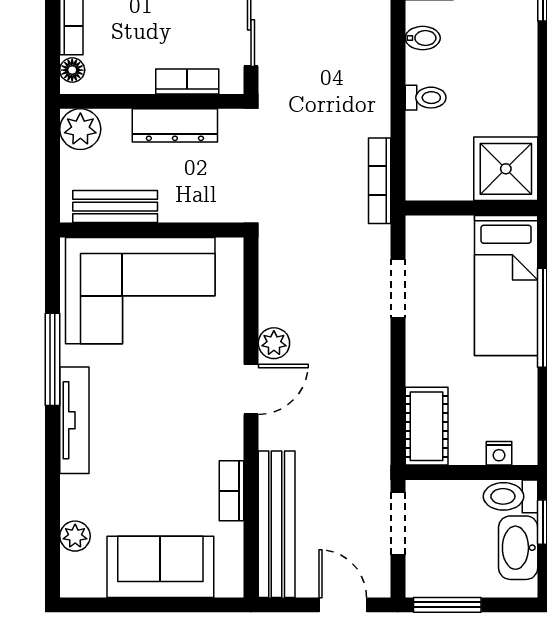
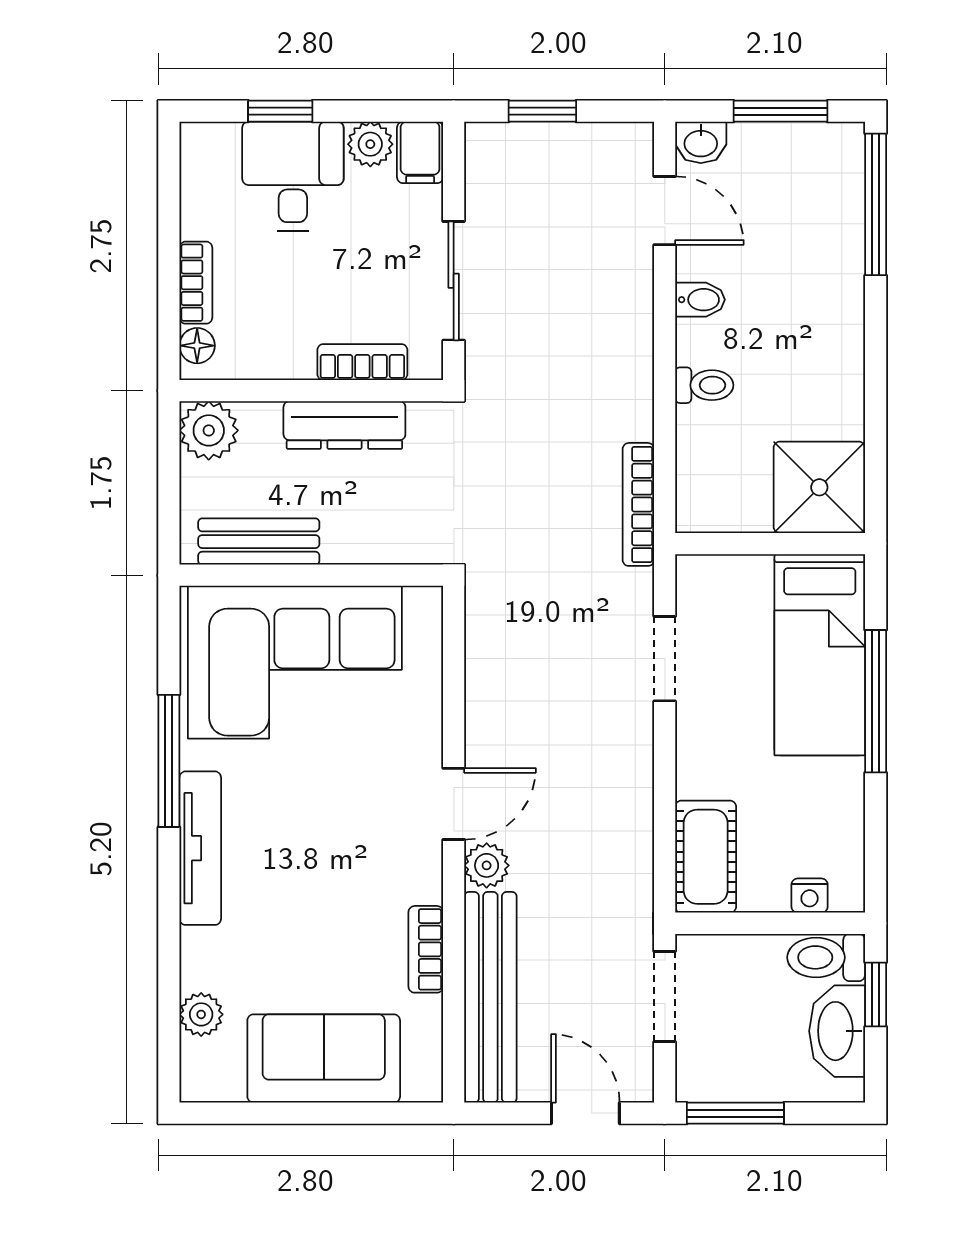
plant: (274, 343) -> (487, 865), moved

